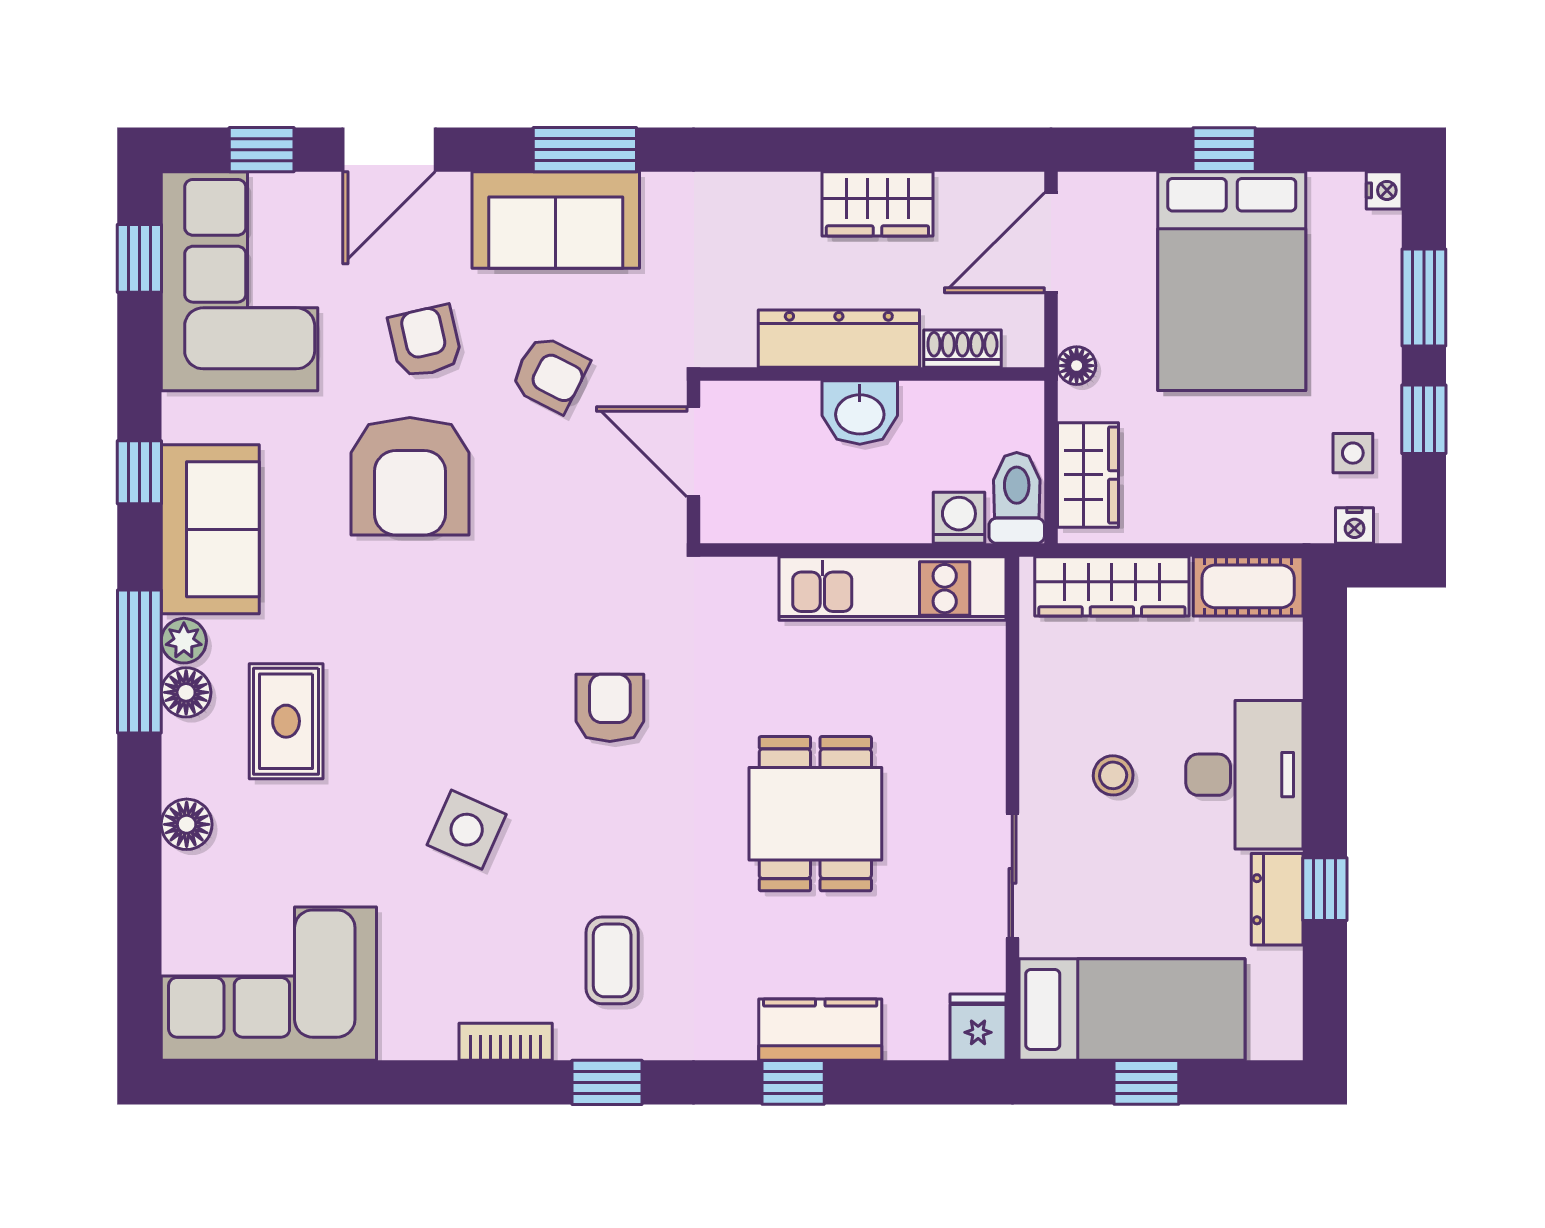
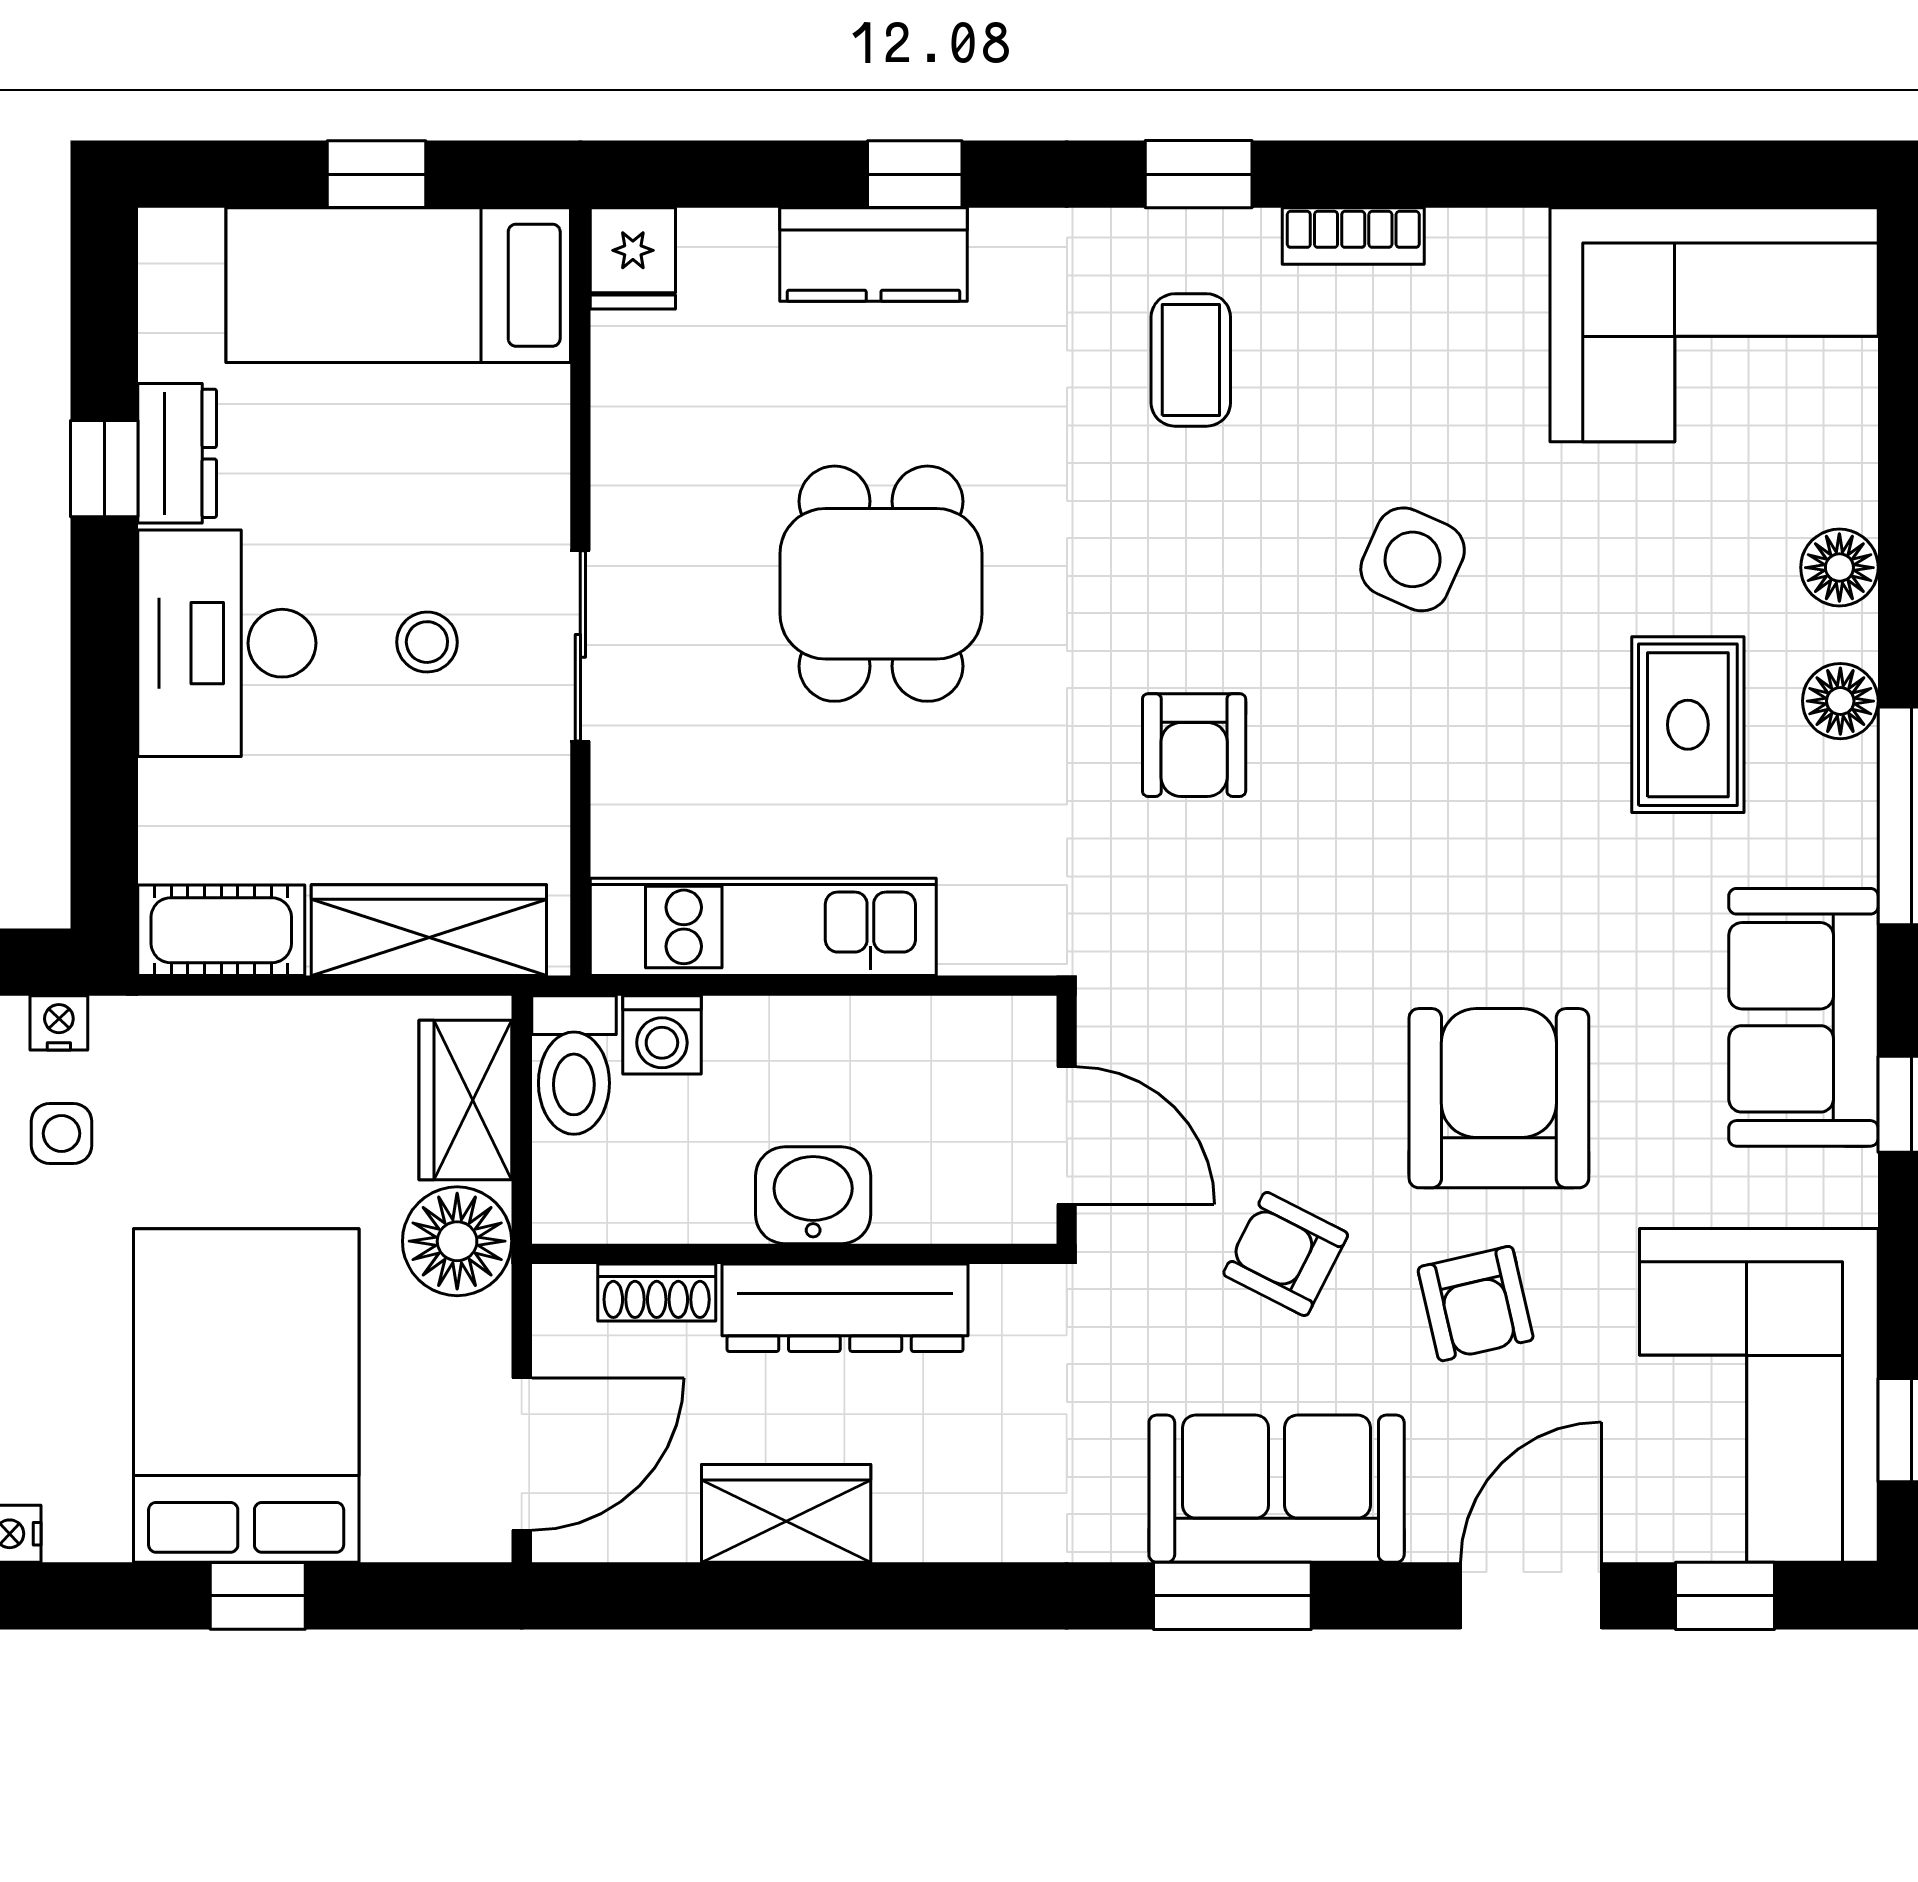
floor lamp: (1077, 366) -> (457, 1241), width x1.89, depth x1.89
plant: (184, 641) -> (1844, 847), removed
floor lamp: (186, 692) -> (1840, 701), moved
sliding door: (1012, 876) -> (580, 646), moved

